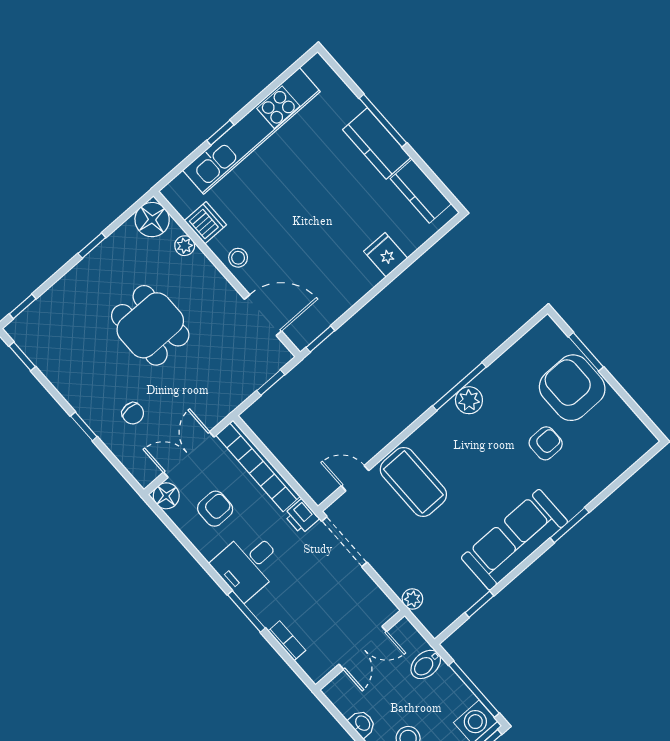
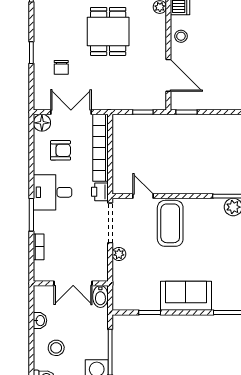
sofa: (514, 540) -> (186, 296), width x0.73
plant: (412, 599) -> (119, 254), moved
bidet: (426, 664) -> (100, 297), moved, turned -90

